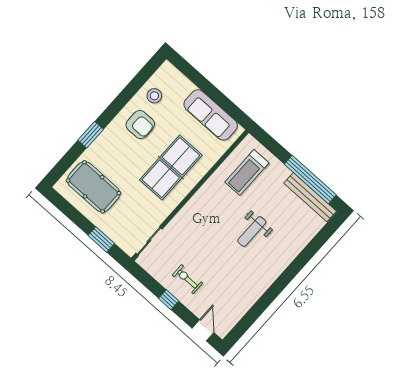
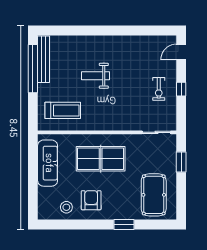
weight bench: (252, 231) -> (96, 76), turned 180

